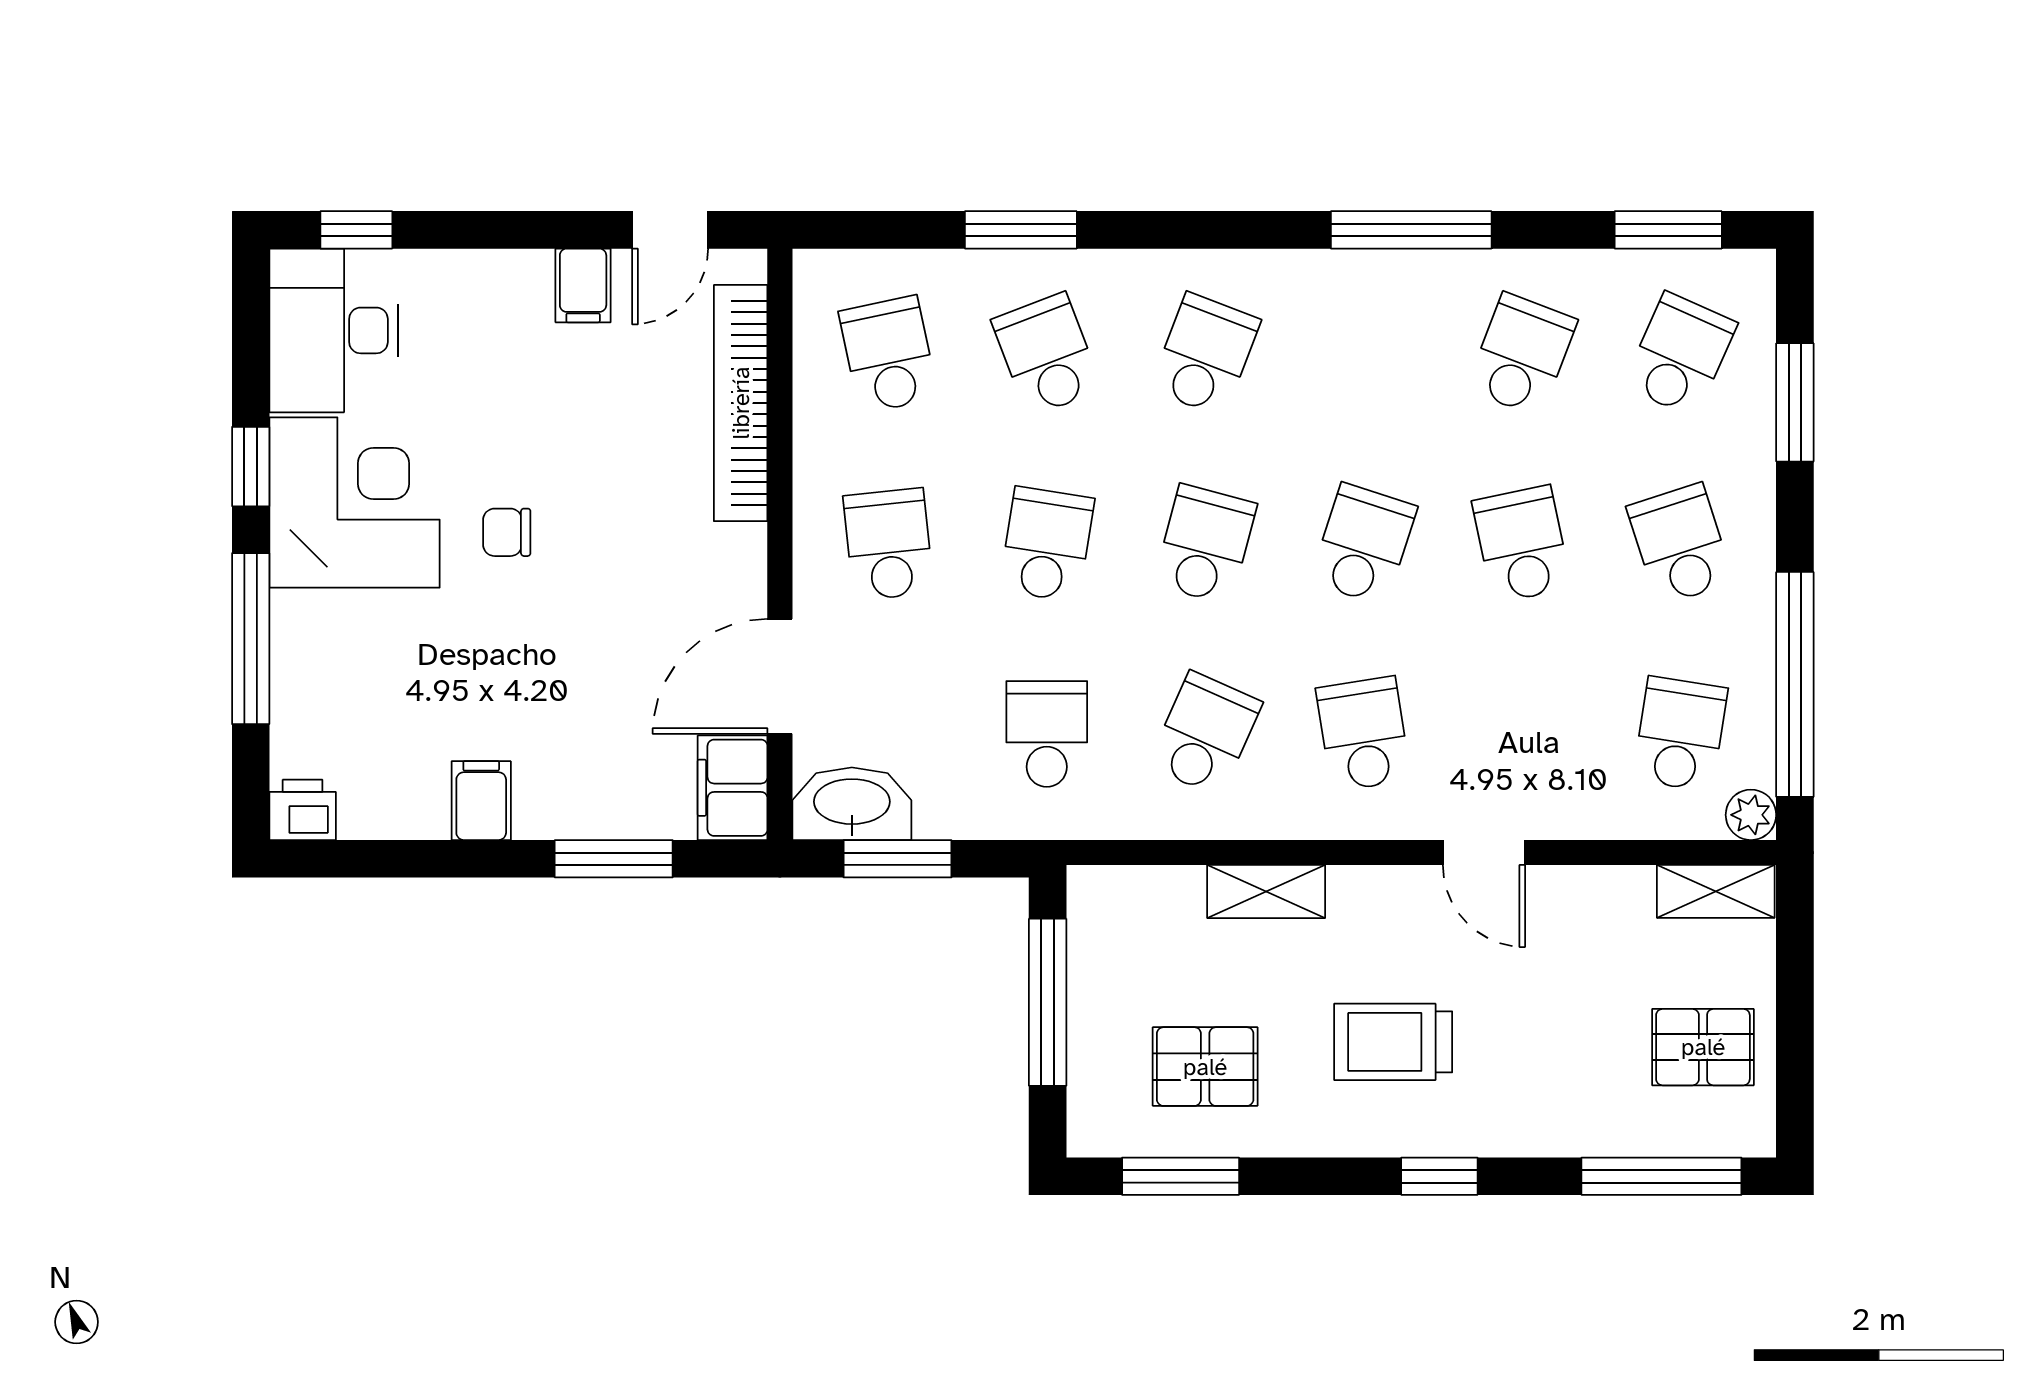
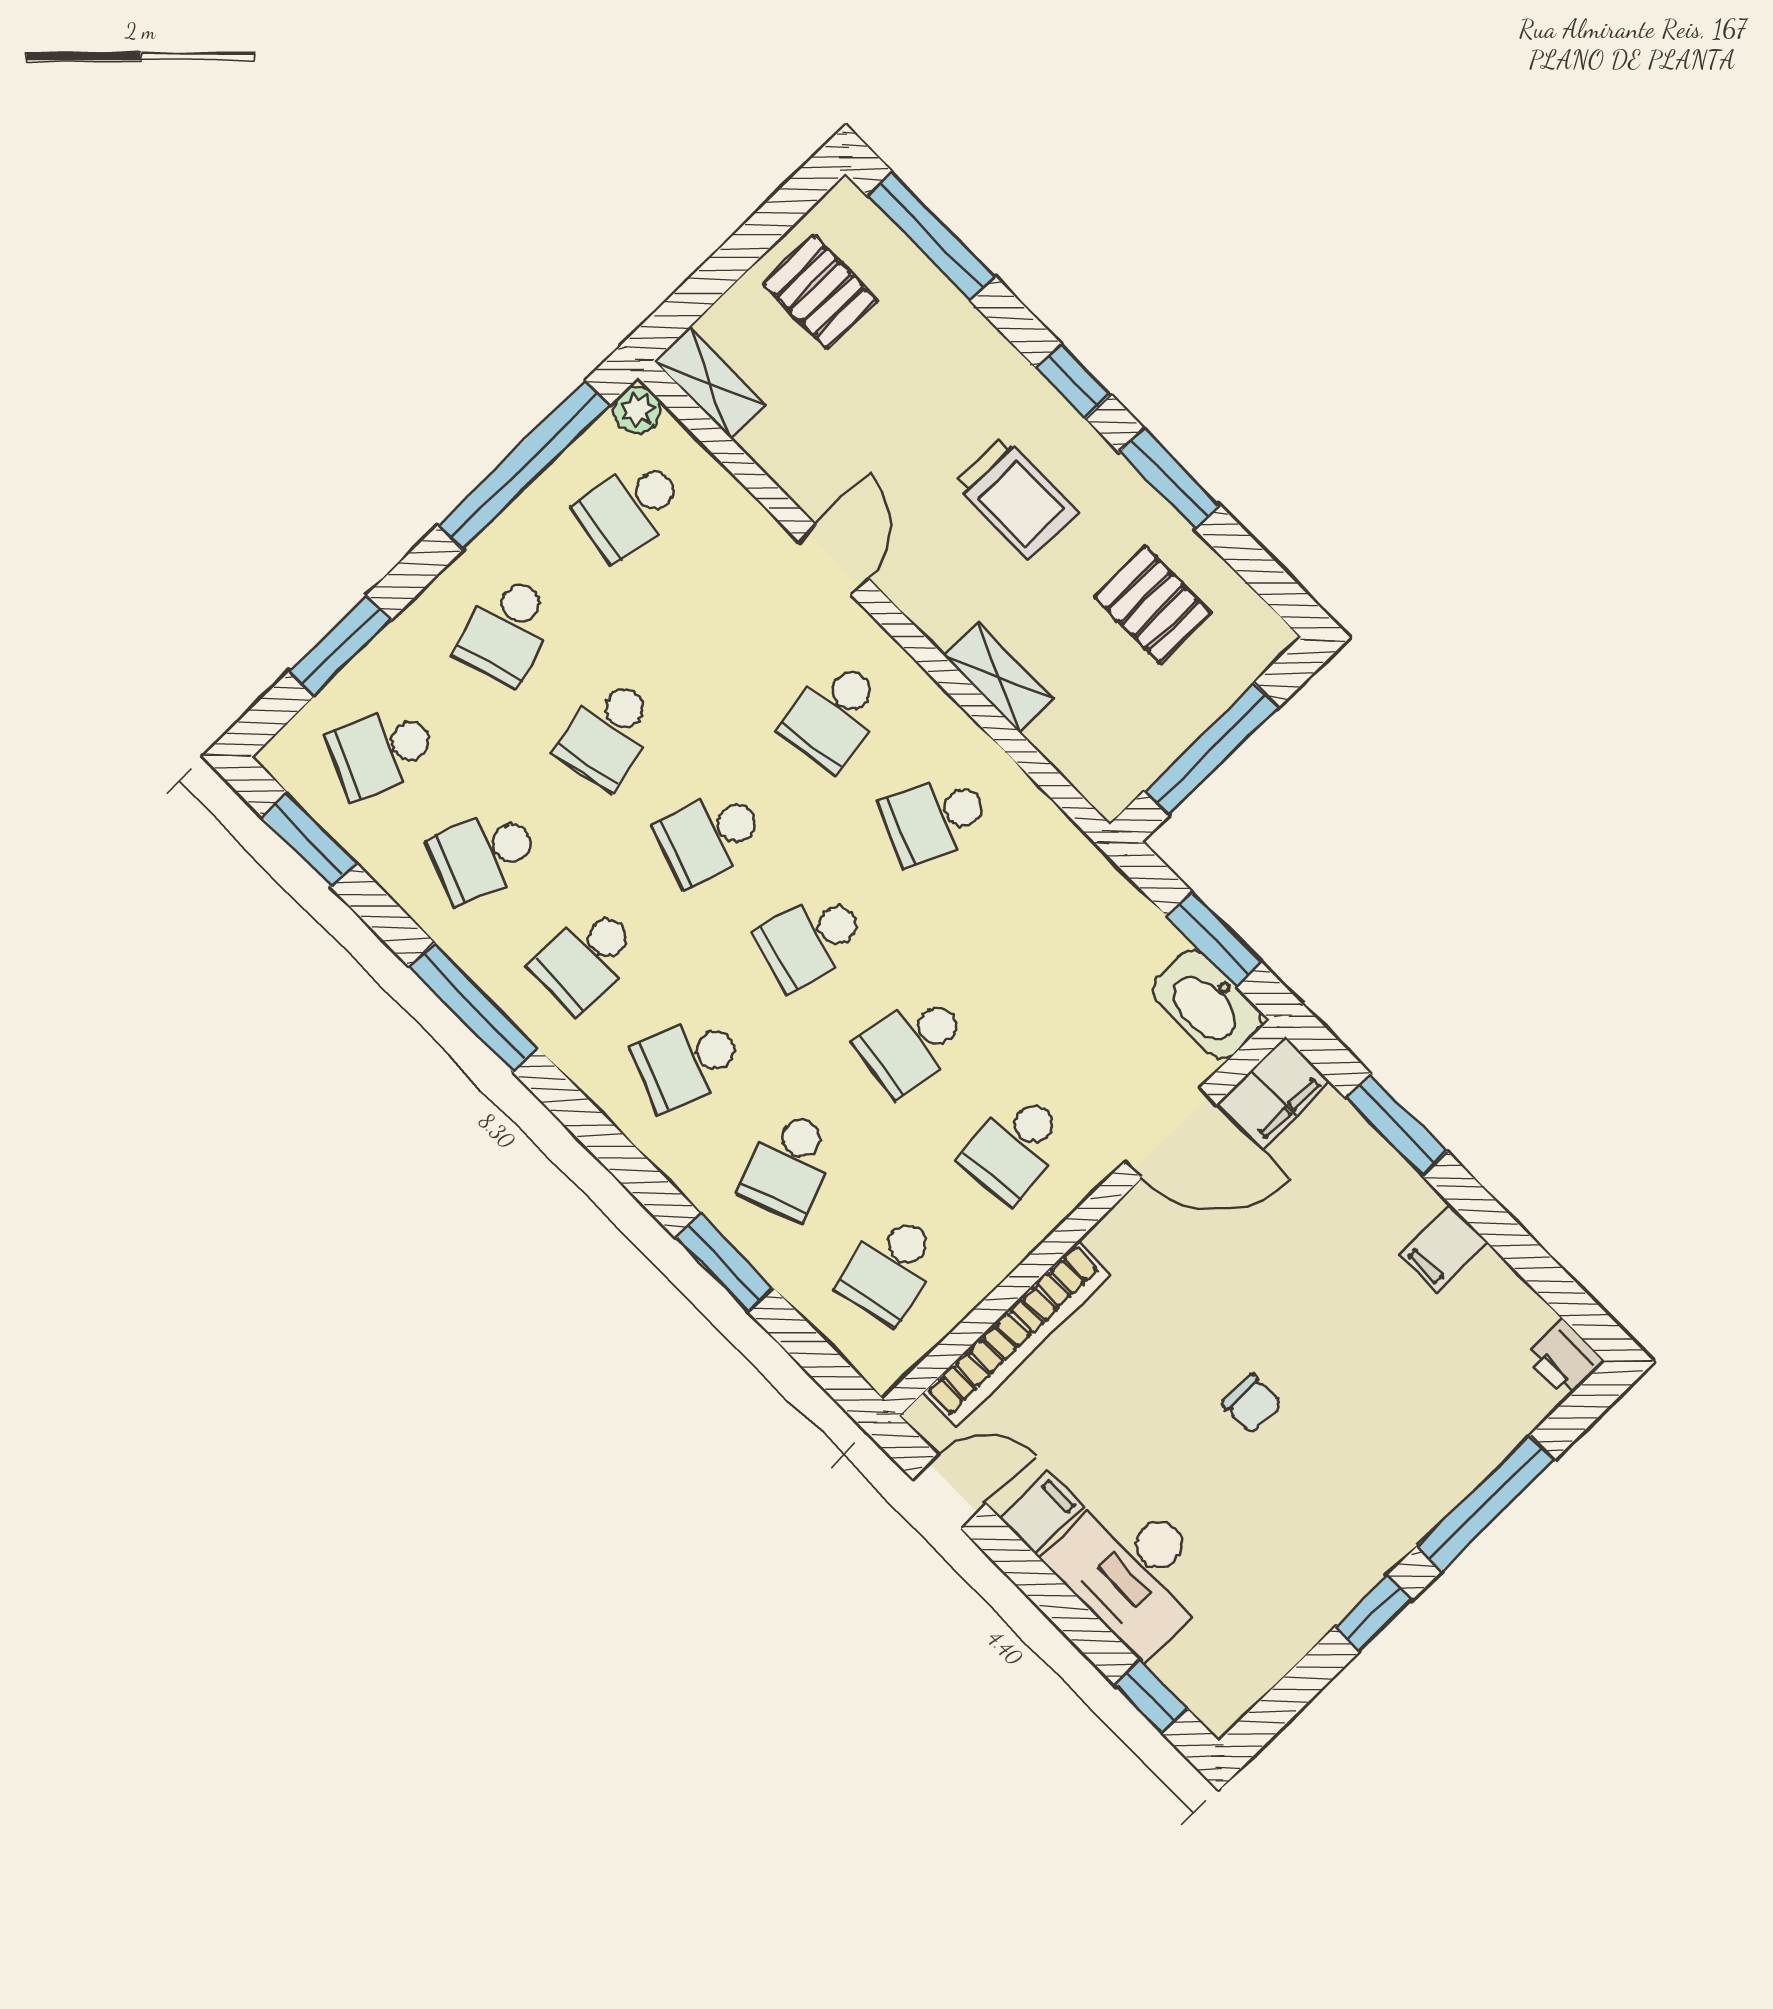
desk: (334, 330) -> (1133, 1570), moved, turned 90
corner desk: (355, 502) -> (1330, 1523), removed
school desk: (1047, 734) -> (586, 958), moved
window: (1181, 1176) -> (1170, 479), moved

